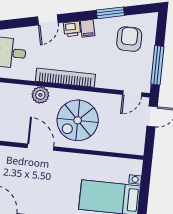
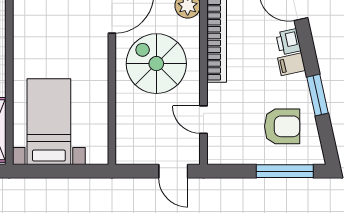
window: (157, 65) -> (285, 171), moved
door: (132, 94) -> (203, 120), moved

